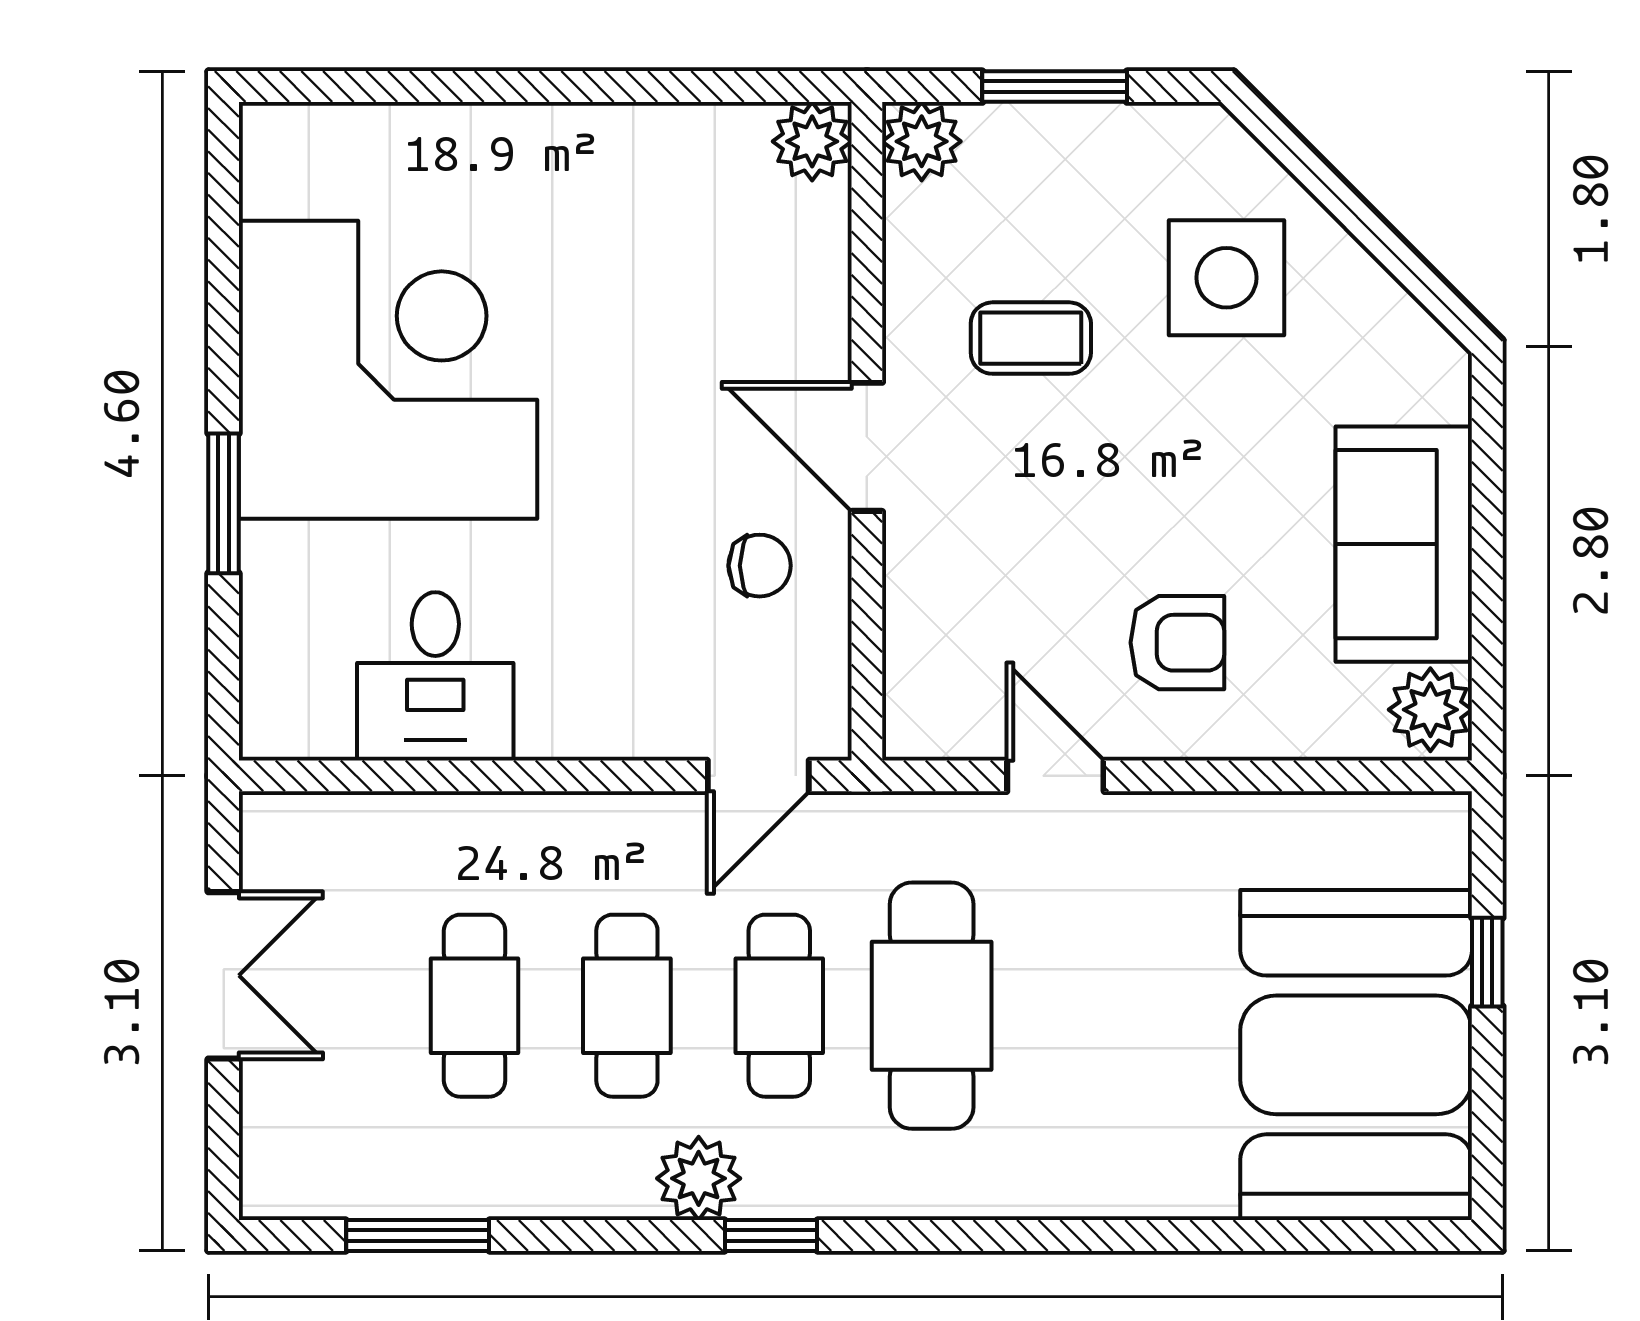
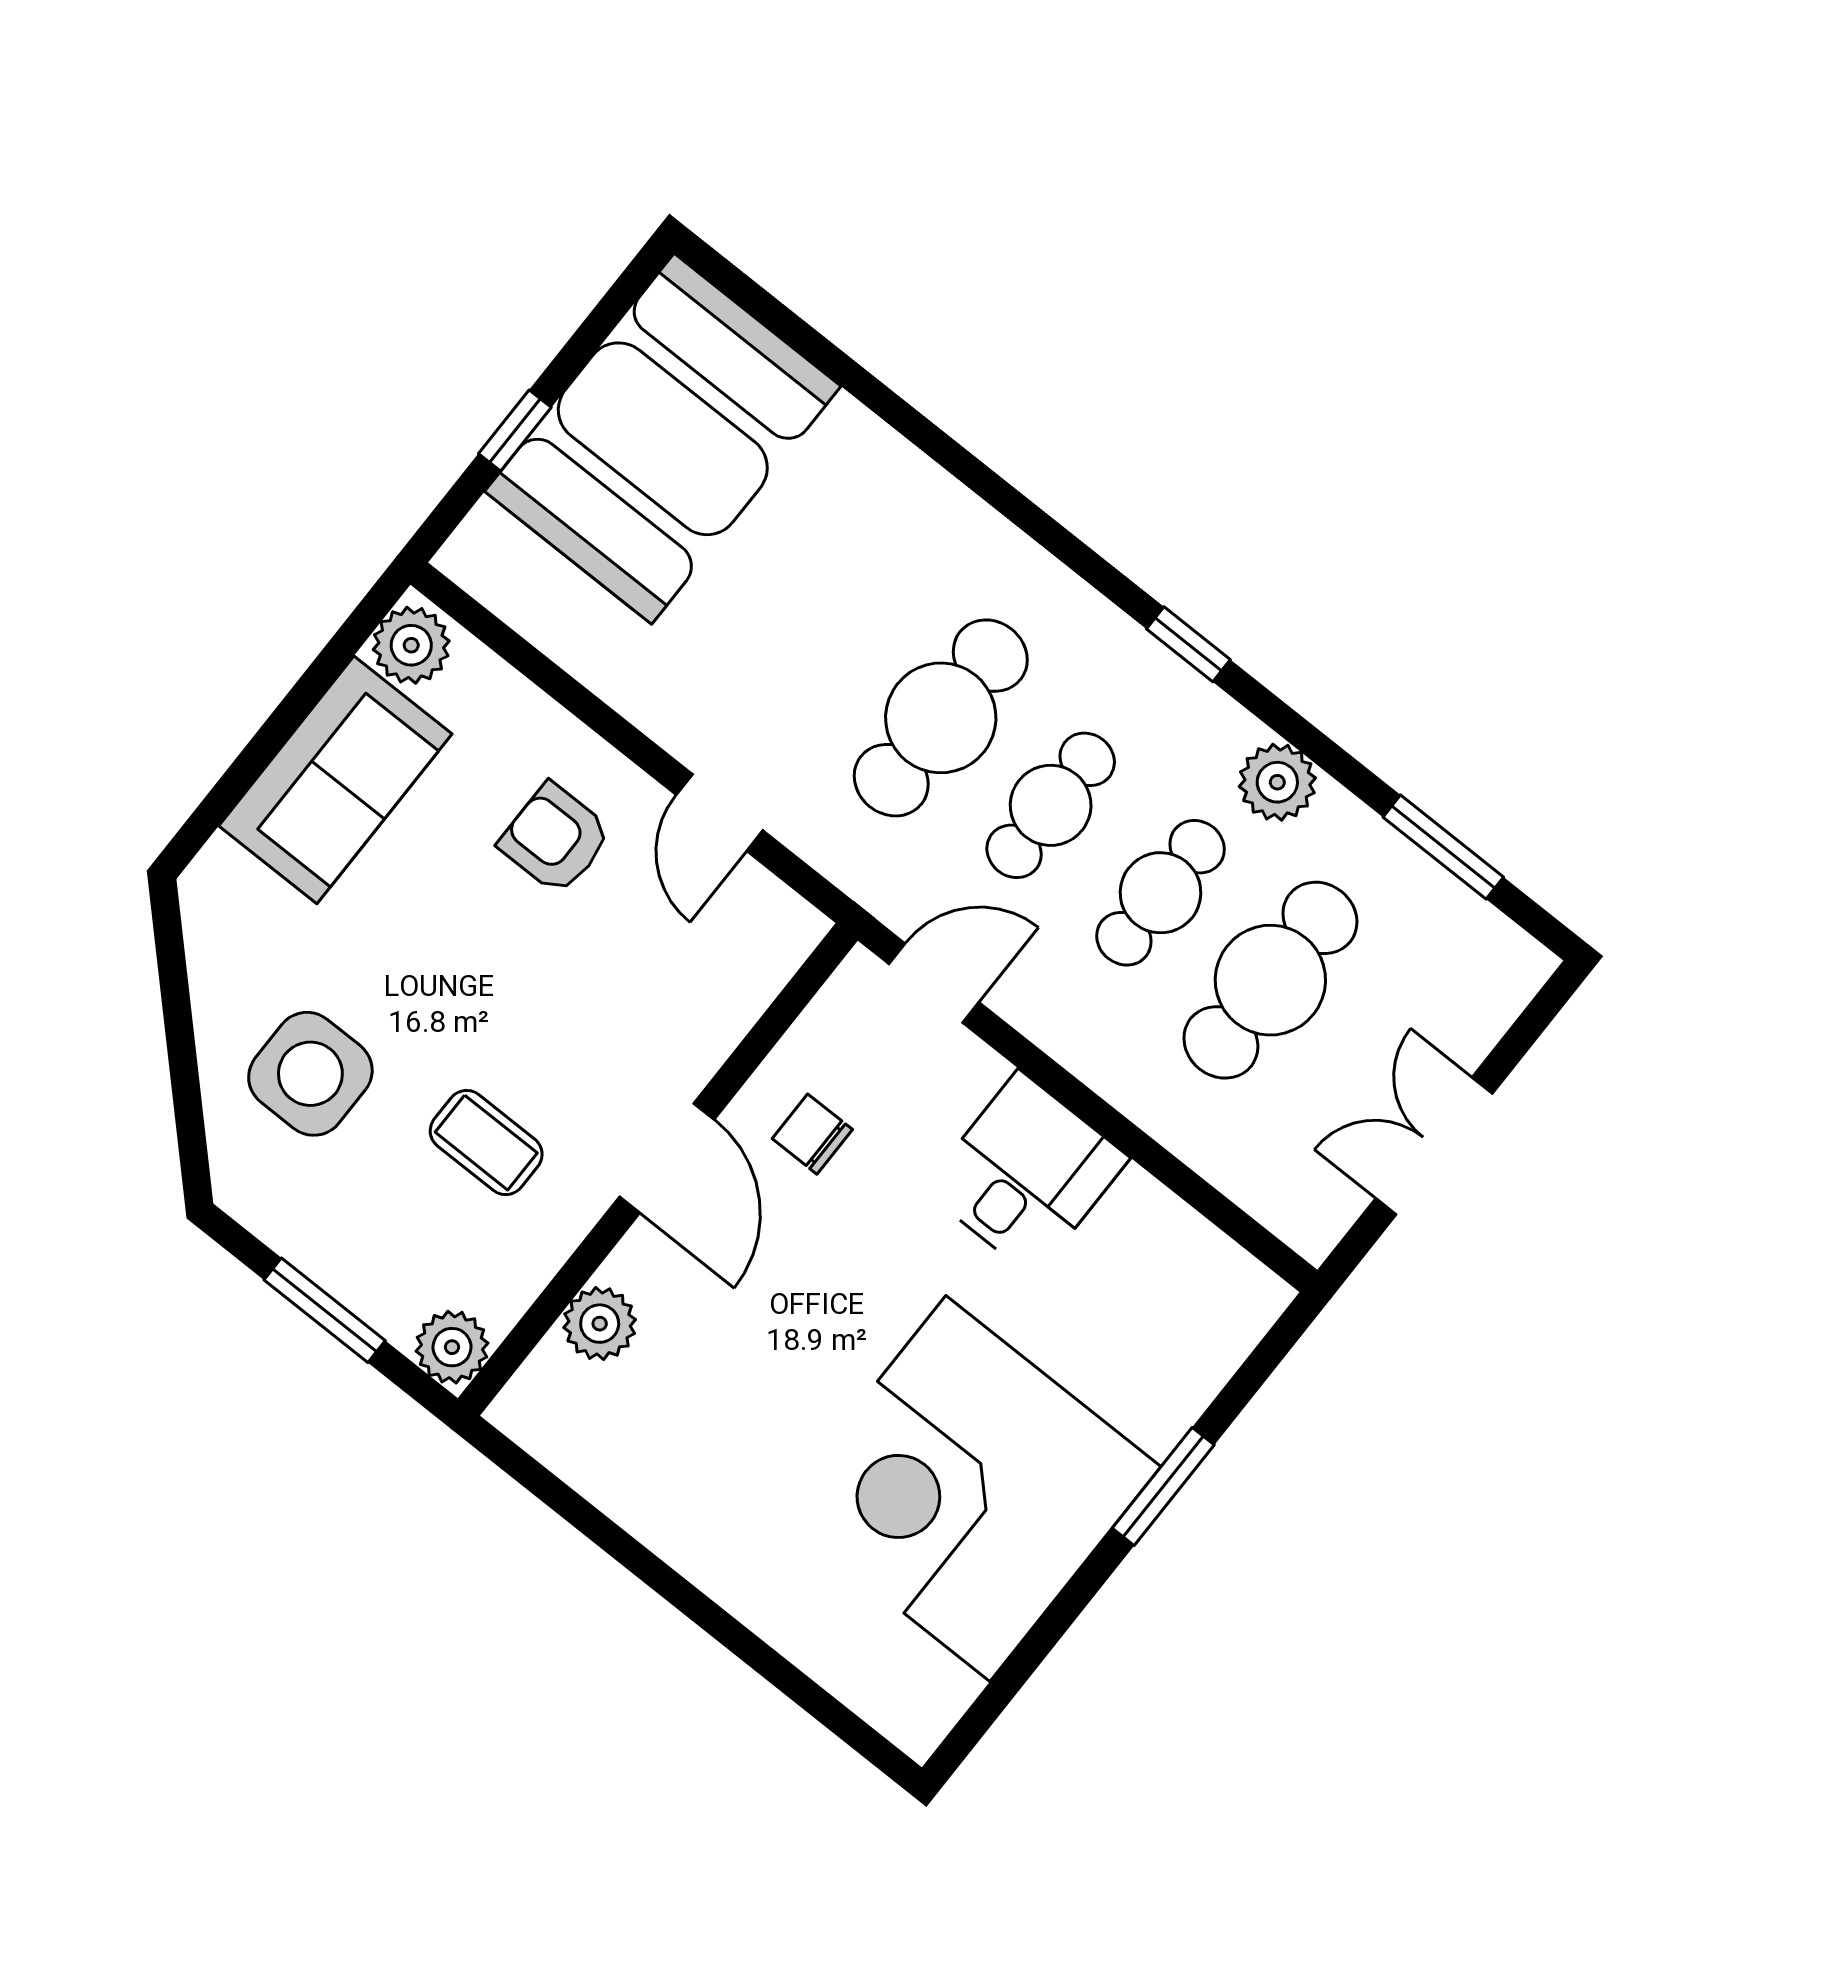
plant: (812, 141) -> (600, 1324), moved
desk: (435, 676) -> (1026, 1174), moved
cafe table: (475, 1006) -> (1270, 980), width x1.37, depth x1.35
plant: (699, 1178) -> (1277, 782), moved

